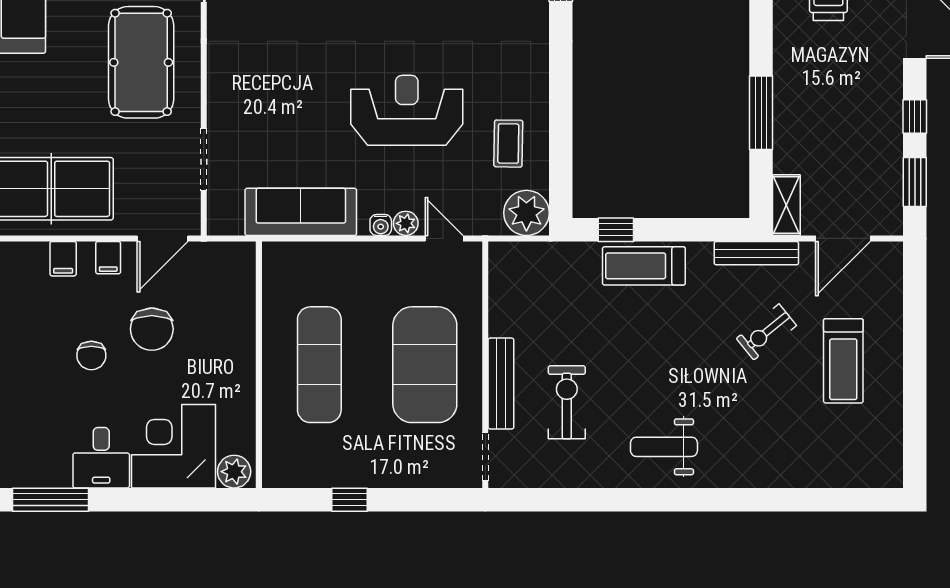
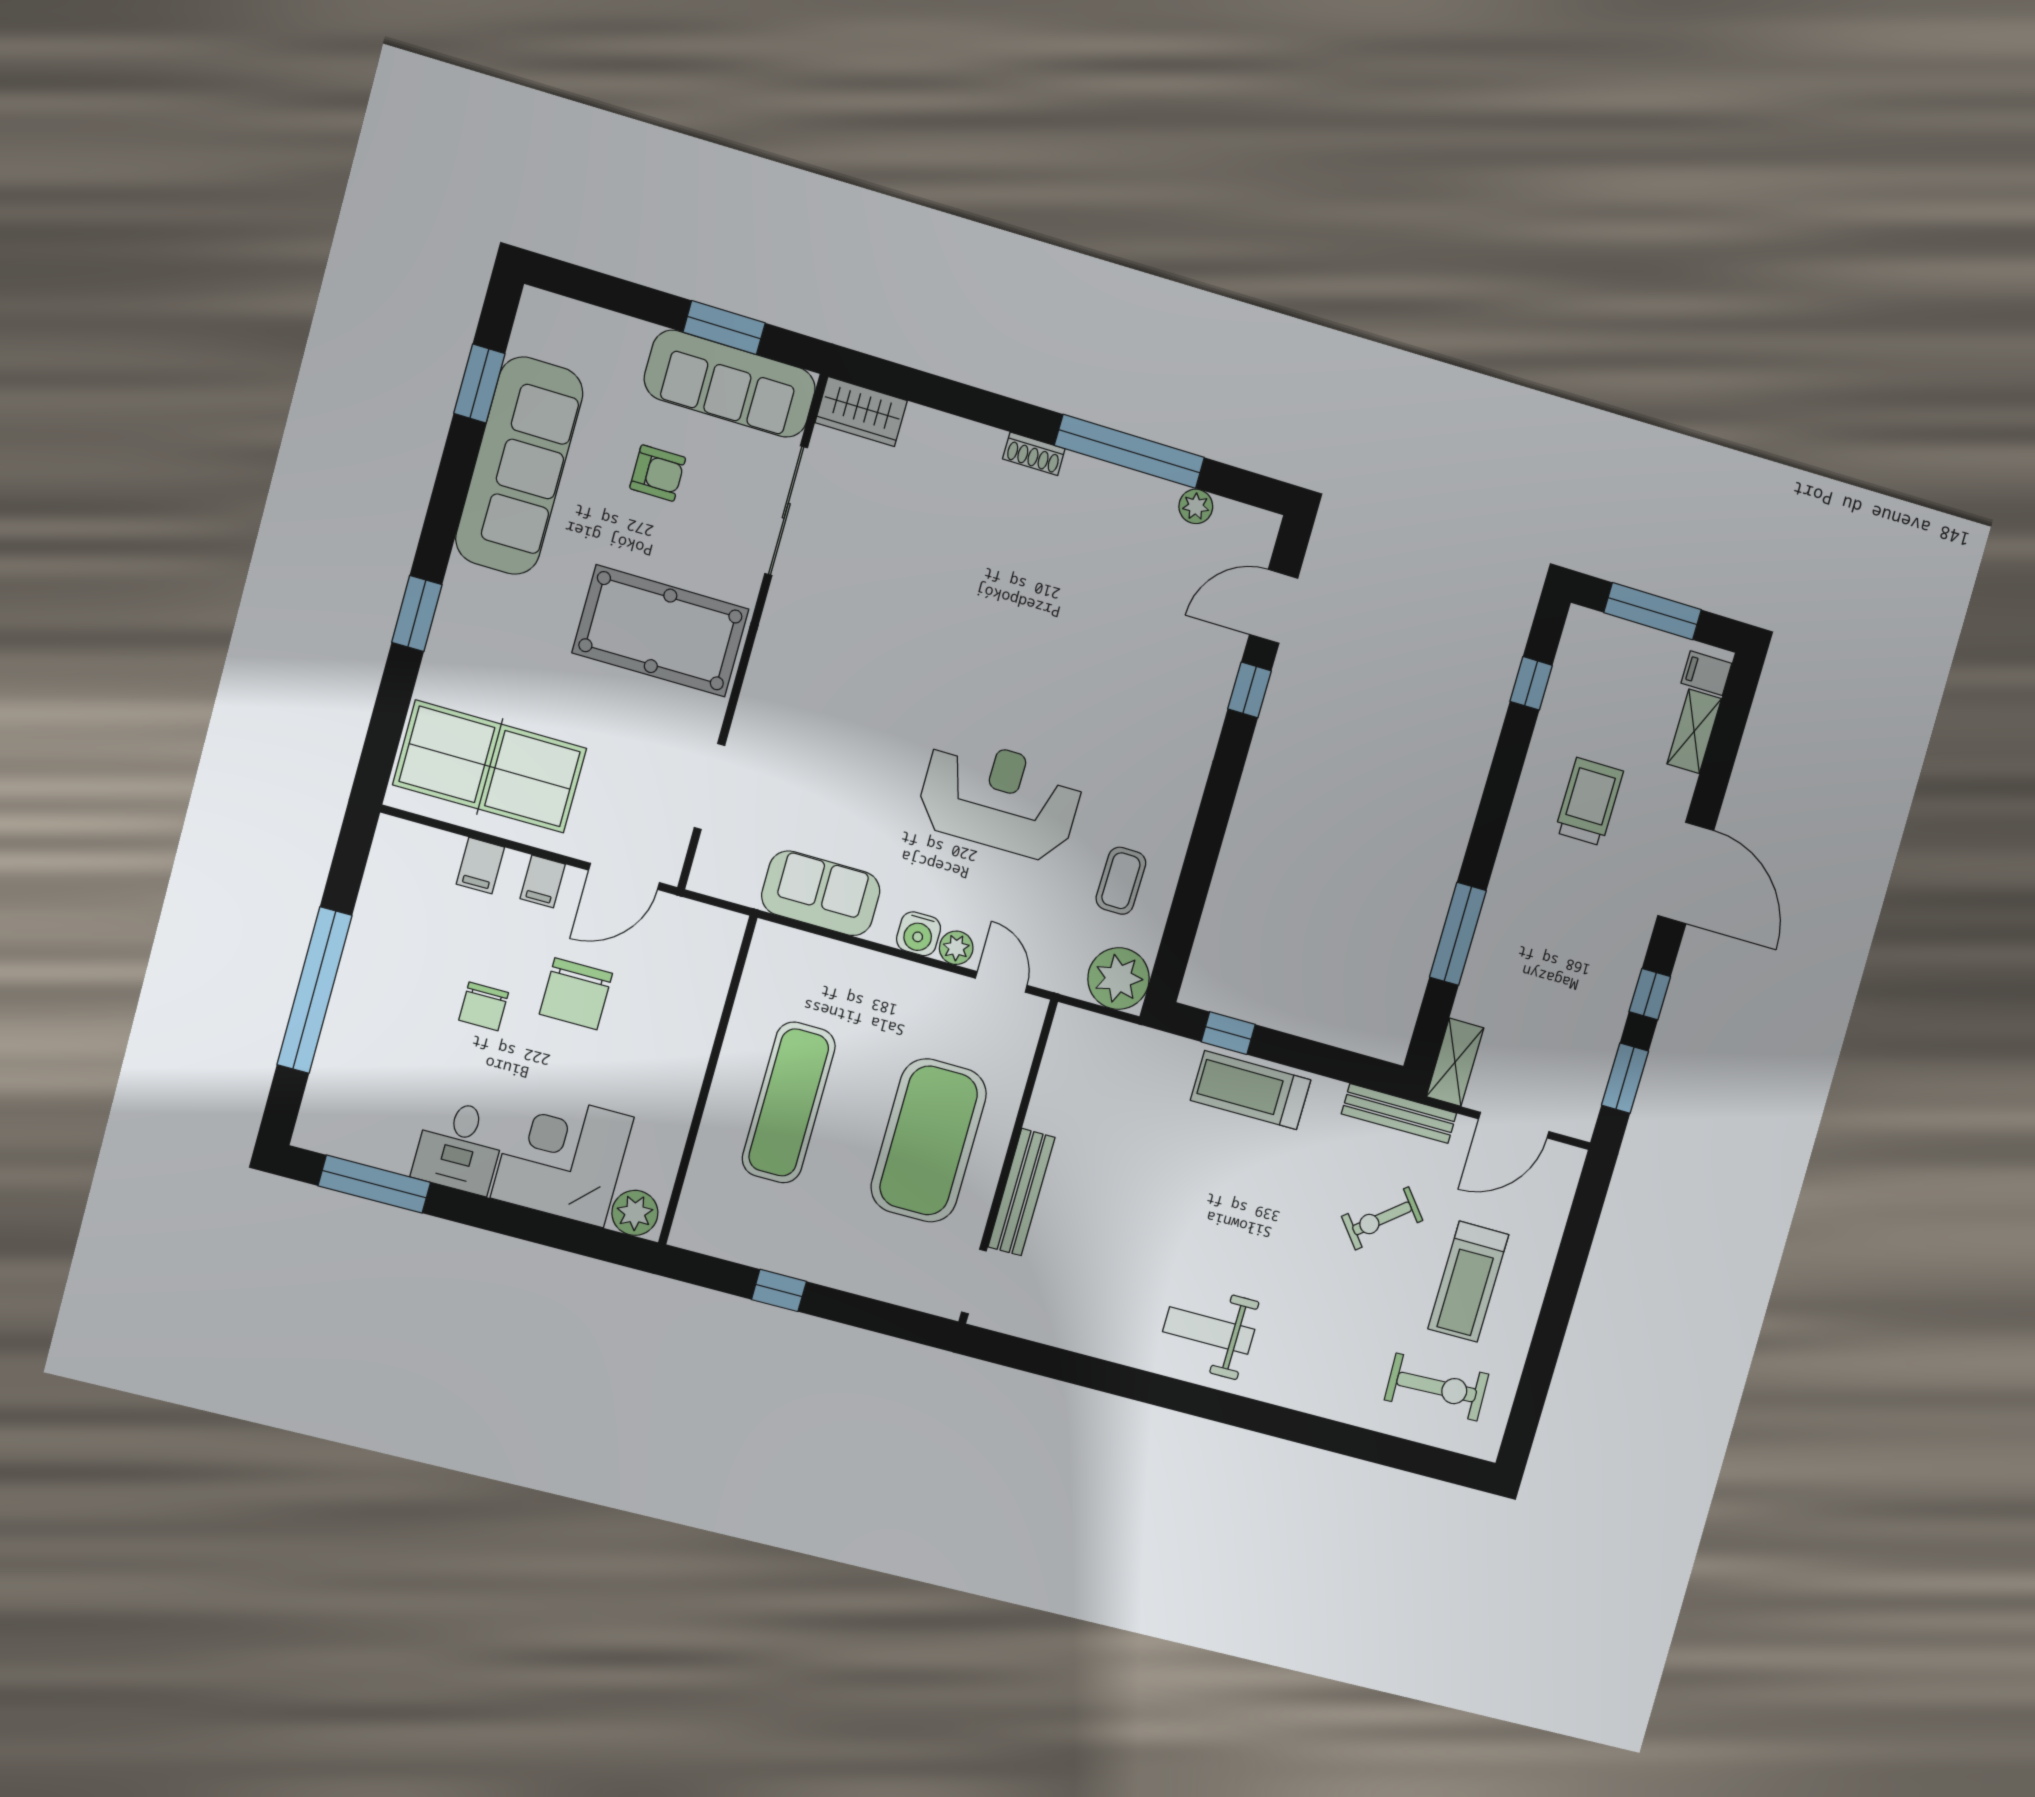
pool table: (141, 62) -> (661, 631), turned 90
sofa: (301, 212) -> (821, 893), width x0.73
water cooler: (381, 225) -> (919, 934), width x1.38, depth x1.38
exercise bike: (567, 402) -> (1437, 1387), moved, turned 88

